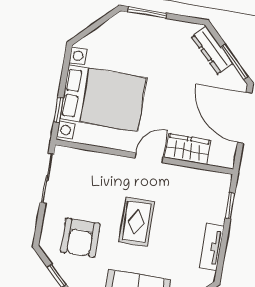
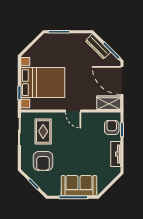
wardrobe: (188, 149) -> (109, 103), moved
door: (149, 158) -> (73, 111), swing flipped
armchair: (212, 199) -> (112, 127), added
rug: (136, 222) -> (43, 131), moved

